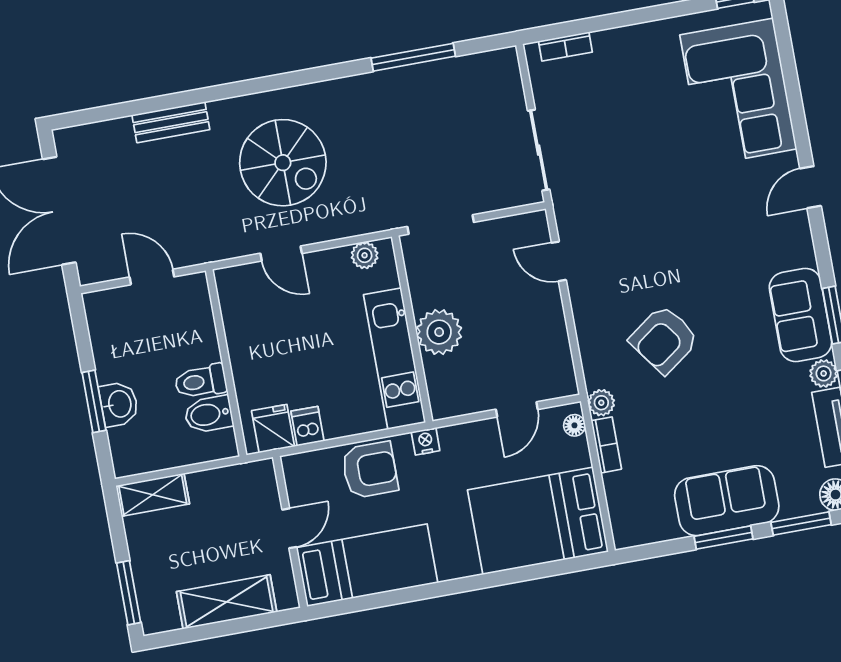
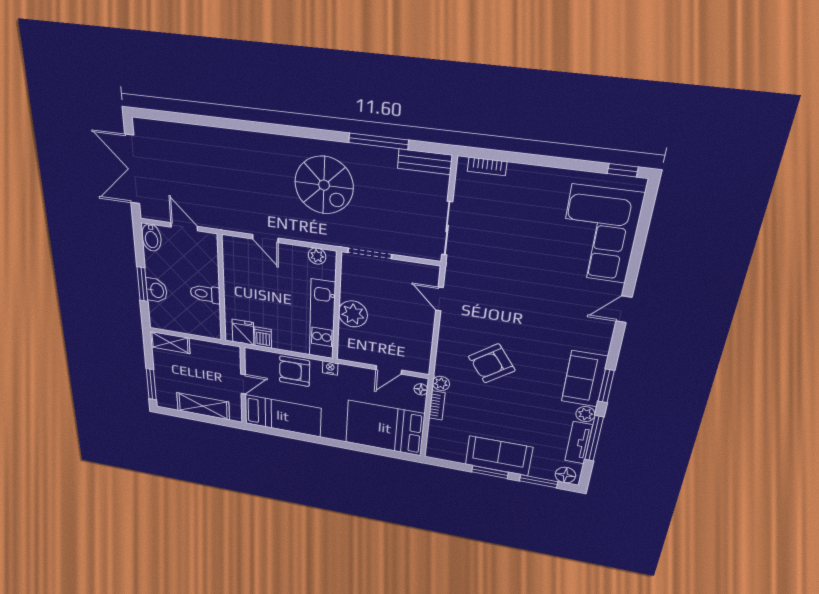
bench: (171, 122) -> (425, 162), moved
spiral stairs: (283, 163) -> (324, 185), moved
bidet: (209, 414) -> (151, 237), moved, turned -90
armchair: (370, 470) -> (294, 371), turned 180

